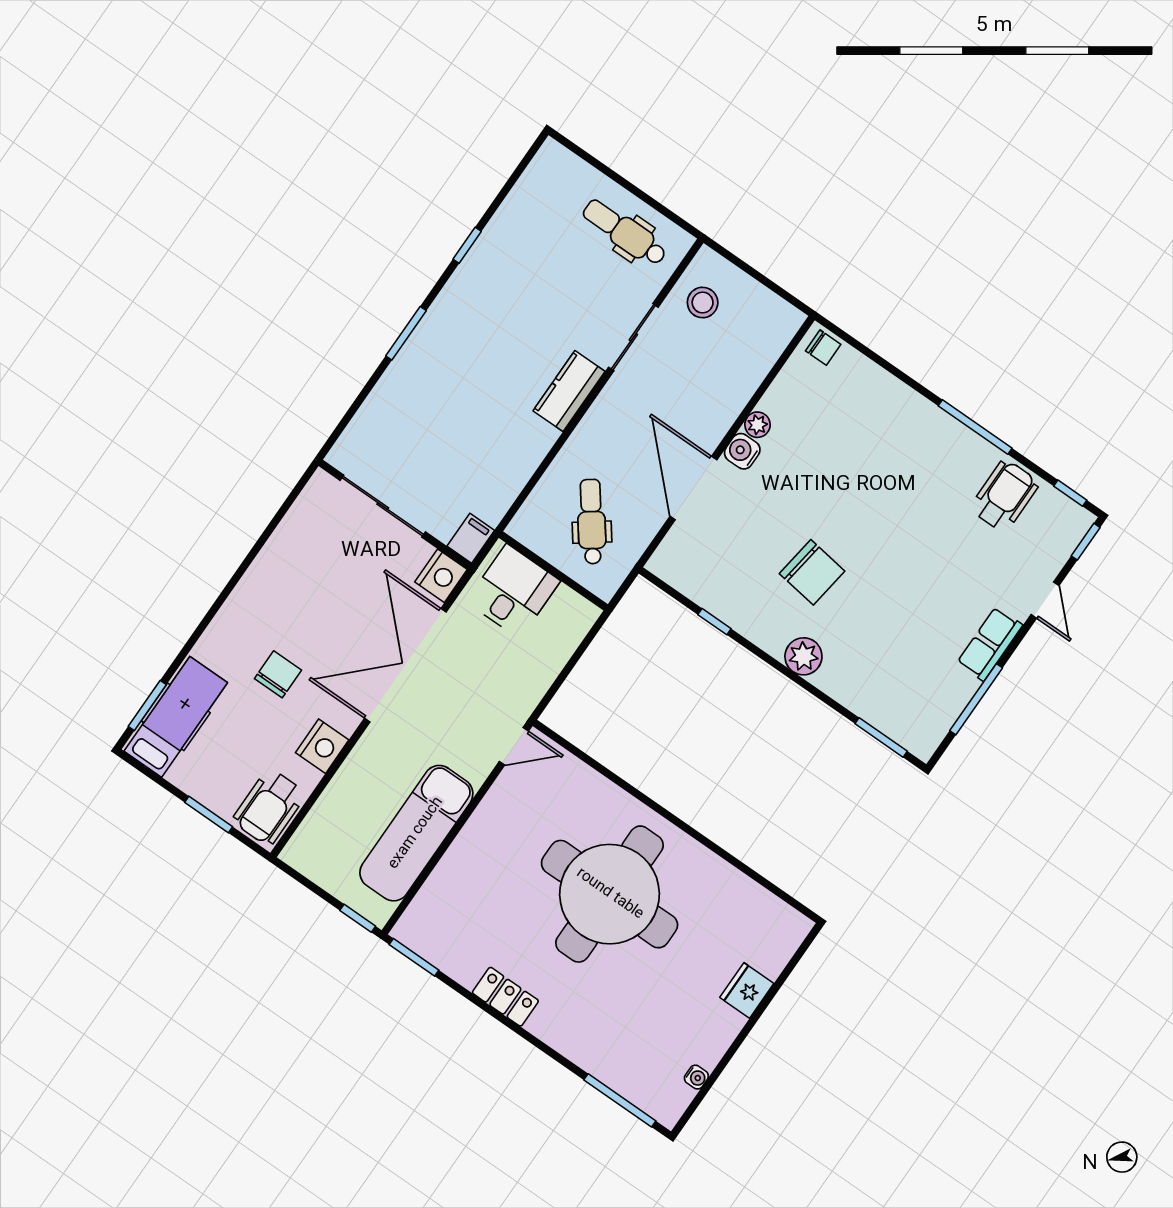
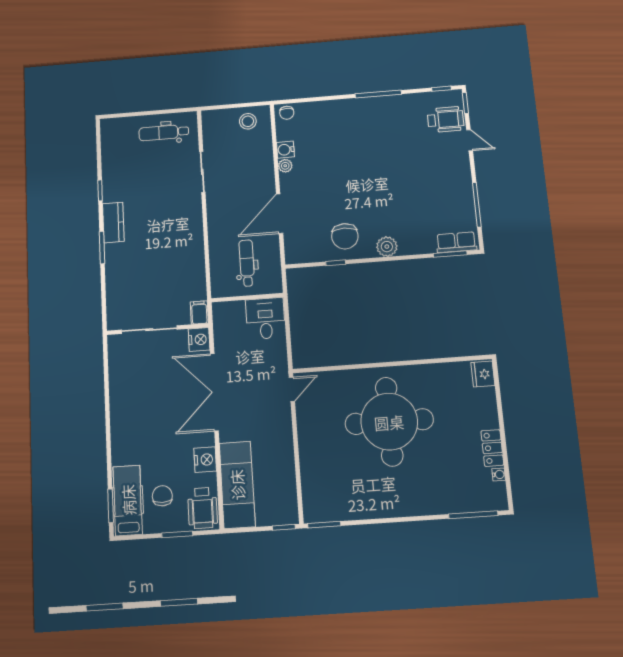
stool: (703, 302) -> (248, 121), moved
chair: (823, 348) -> (287, 113), turned 90
kitchen counter: (569, 391) -> (113, 222), moved, turned 180
water cooler: (742, 451) -> (285, 150), moved
door: (693, 488) -> (280, 214), hinge flipped
wheelchair: (1004, 496) -> (446, 119), moved, turned 90
dental chair: (592, 522) -> (247, 263), turned 37
chair: (812, 572) -> (345, 236), moved, turned 82
desk: (513, 591) -> (265, 318), moved
row of seats: (990, 644) -> (456, 242), moved, turned 90
chair: (278, 674) -> (162, 496), moved
exam couch: (416, 833) -> (237, 485), moved, turned 180
fridge: (747, 990) -> (483, 374), moved
locker: (505, 997) -> (492, 448), moved, turned -90

